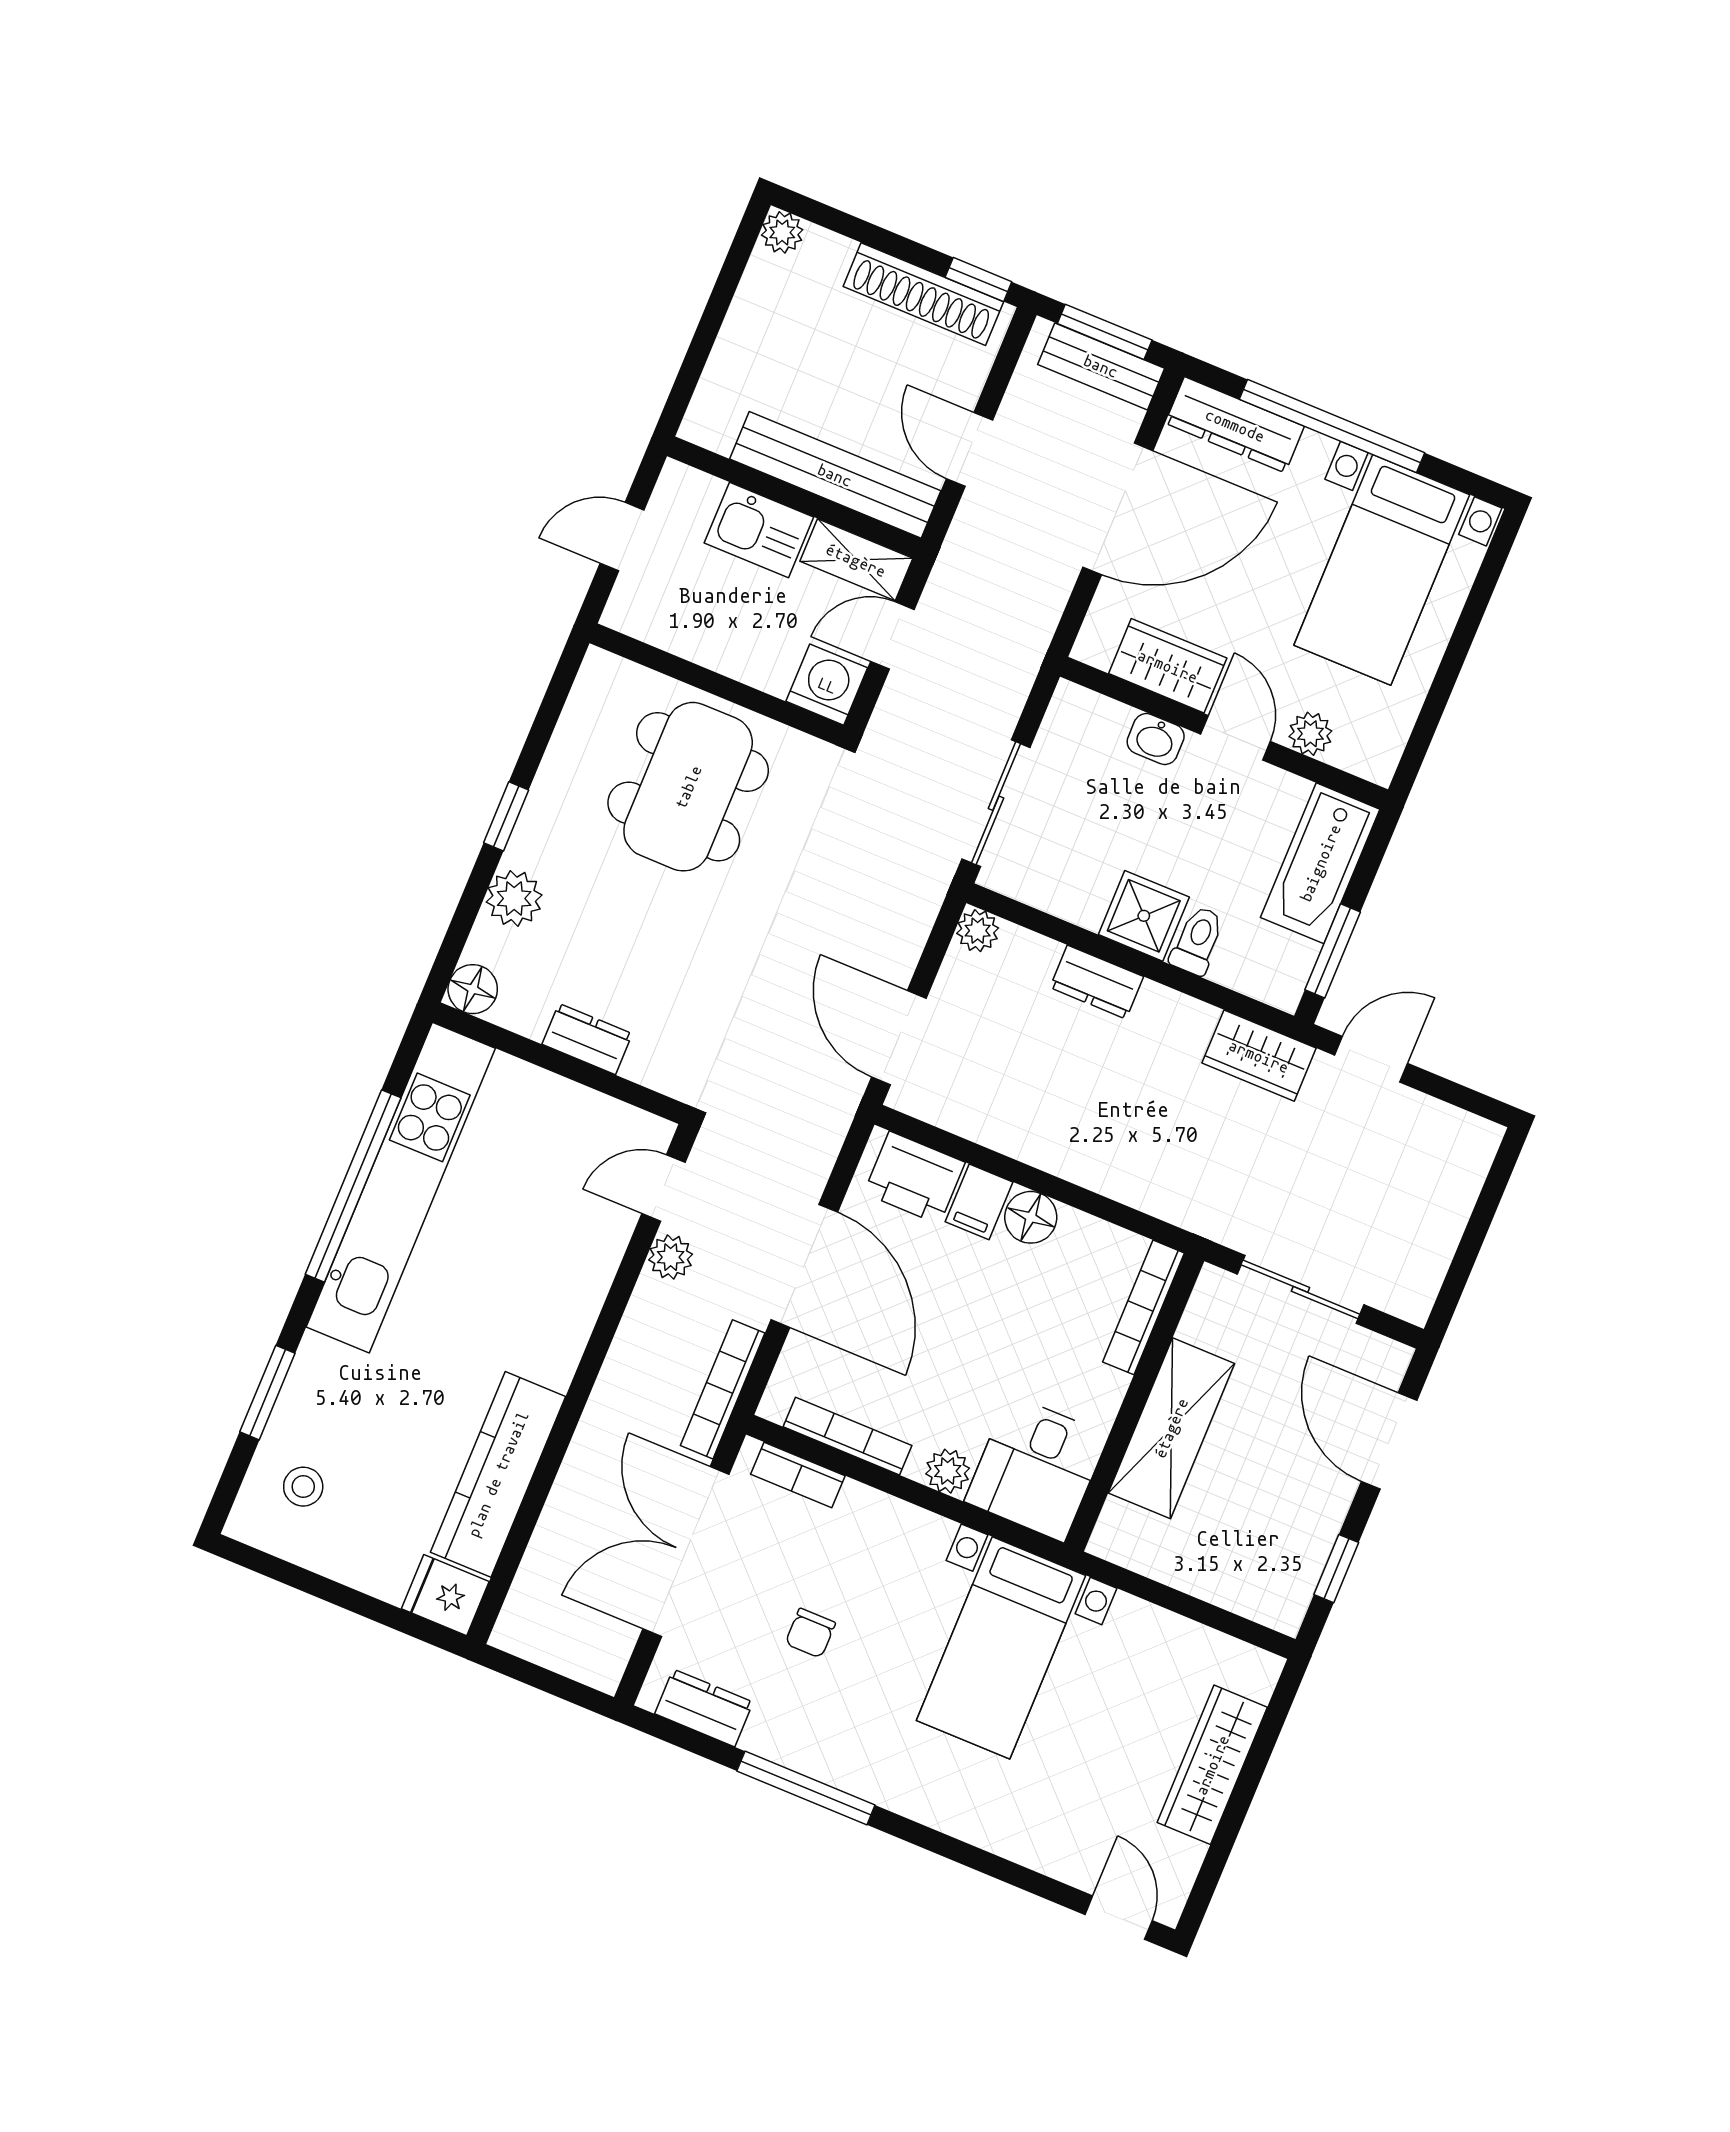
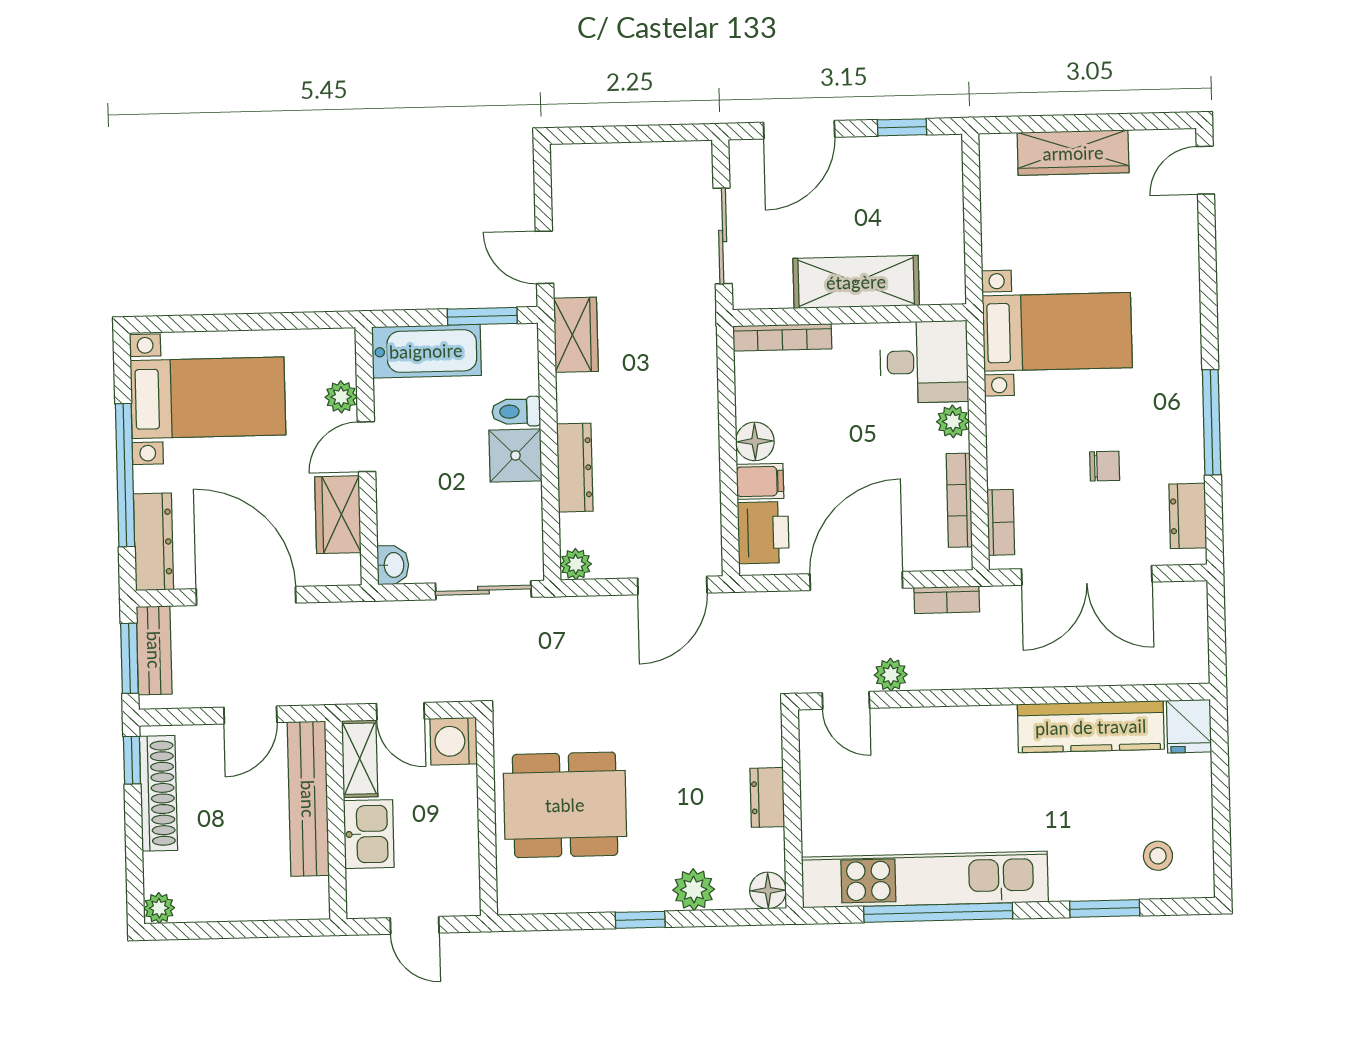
washbasin: (1156, 739) -> (393, 565), moved
dresser: (1097, 982) -> (575, 468), width x1.44
bookcase: (723, 1389) -> (947, 600), width x0.64

